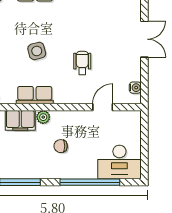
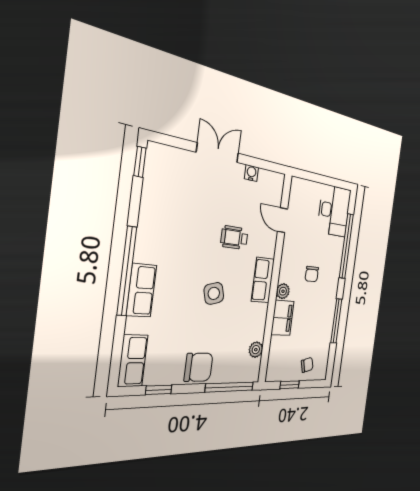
water cooler: (135, 88) -> (251, 173), moved
row of seats: (35, 95) -> (263, 280), moved

